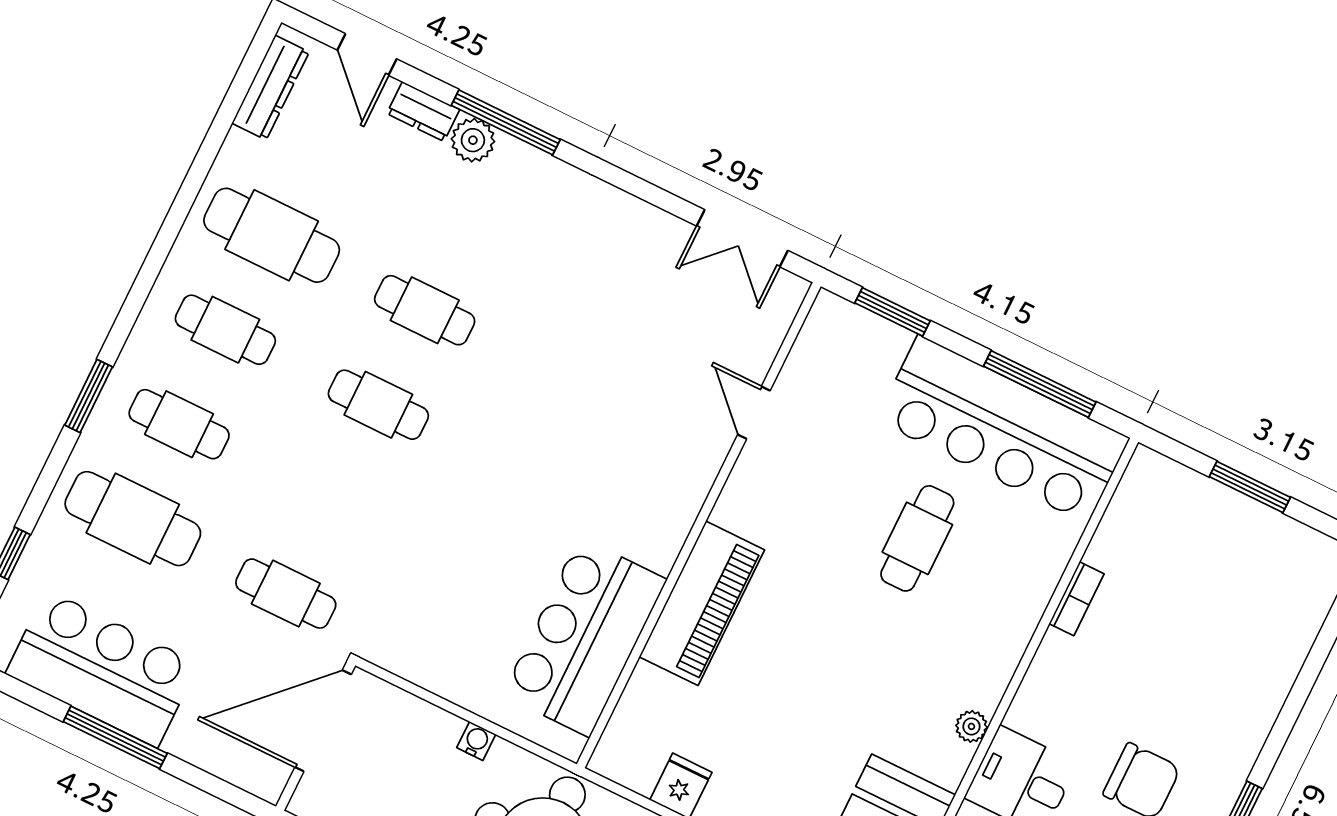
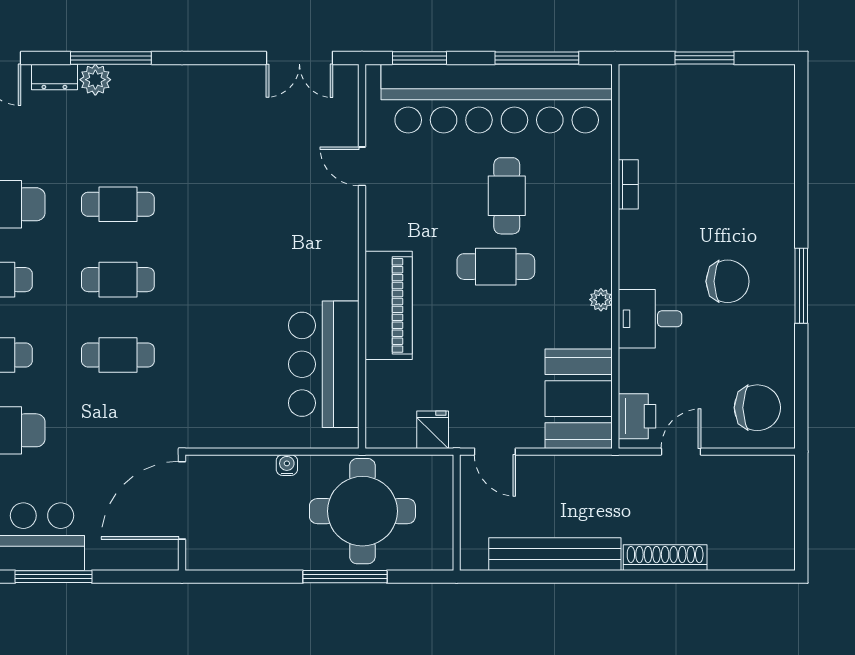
bar counter: (1003, 429) -> (497, 99), width x1.36
cafe table: (286, 594) -> (118, 355), moved
cafe table: (860, 620) -> (496, 267), added

